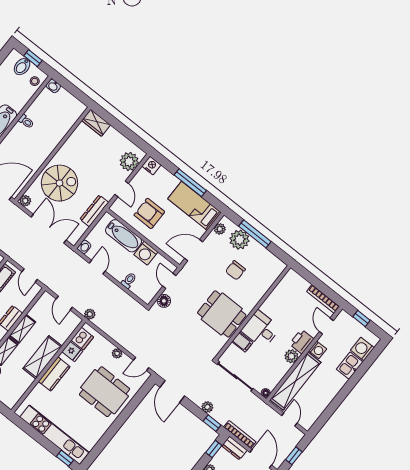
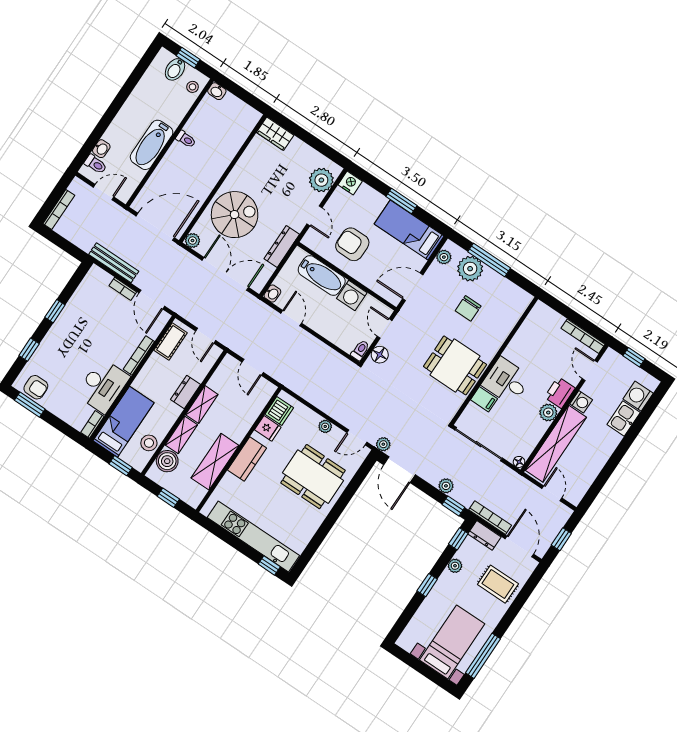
window: (190, 183) -> (401, 201), width x0.69
toilet: (129, 280) -> (360, 350), moved
plant: (90, 314) -> (383, 444), moved
shelving: (42, 357) -> (215, 462), moved

